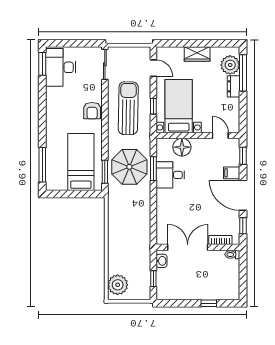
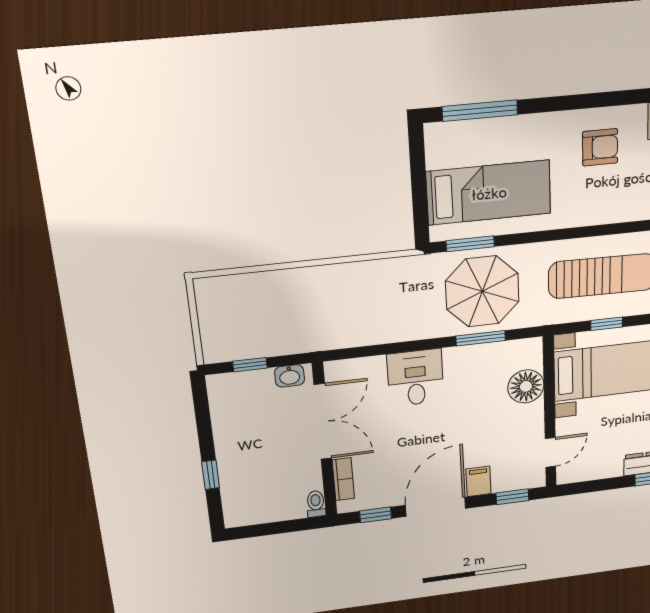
armchair: (92, 111) -> (600, 147), moved, turned 180
desk: (170, 175) -> (416, 378), moved
plant: (118, 285) -> (228, 295), removed

